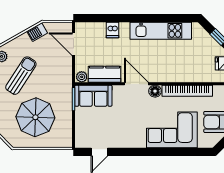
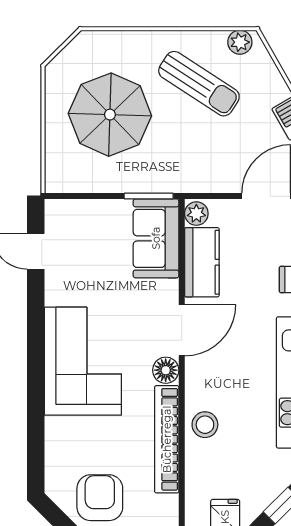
stool: (180, 73) -> (205, 425), added
corner sofa: (172, 130) -> (83, 361), moved

